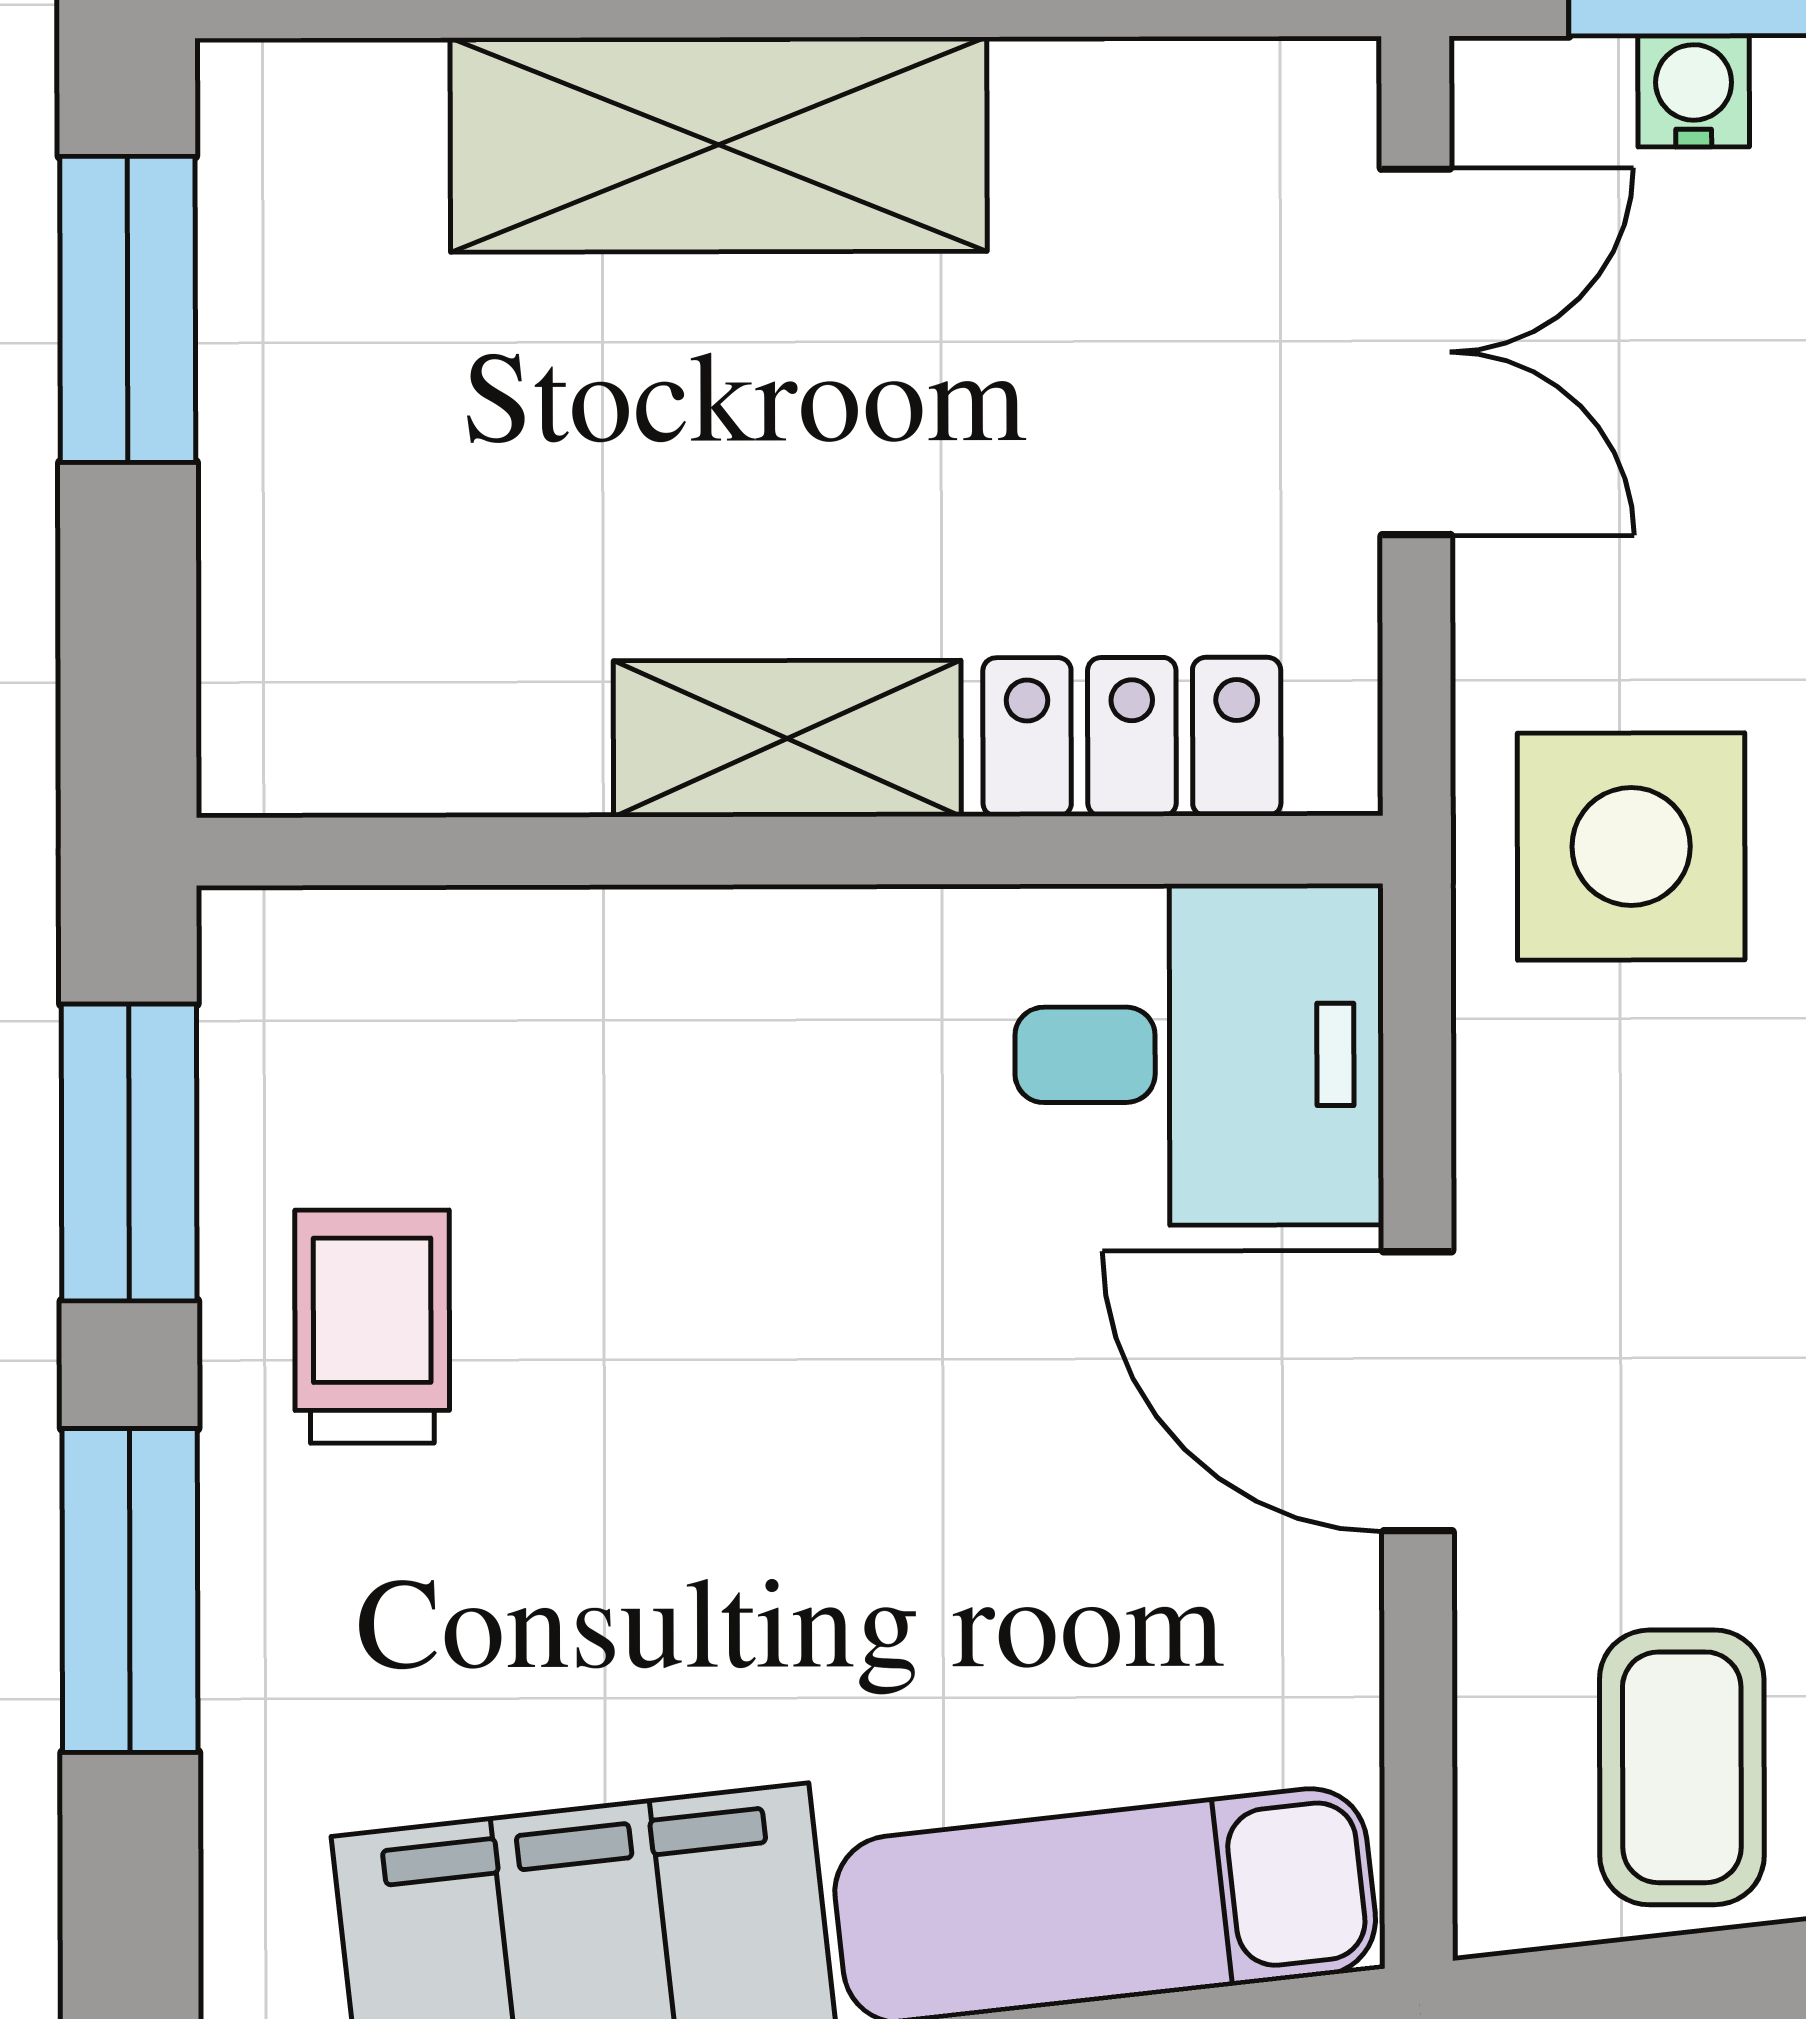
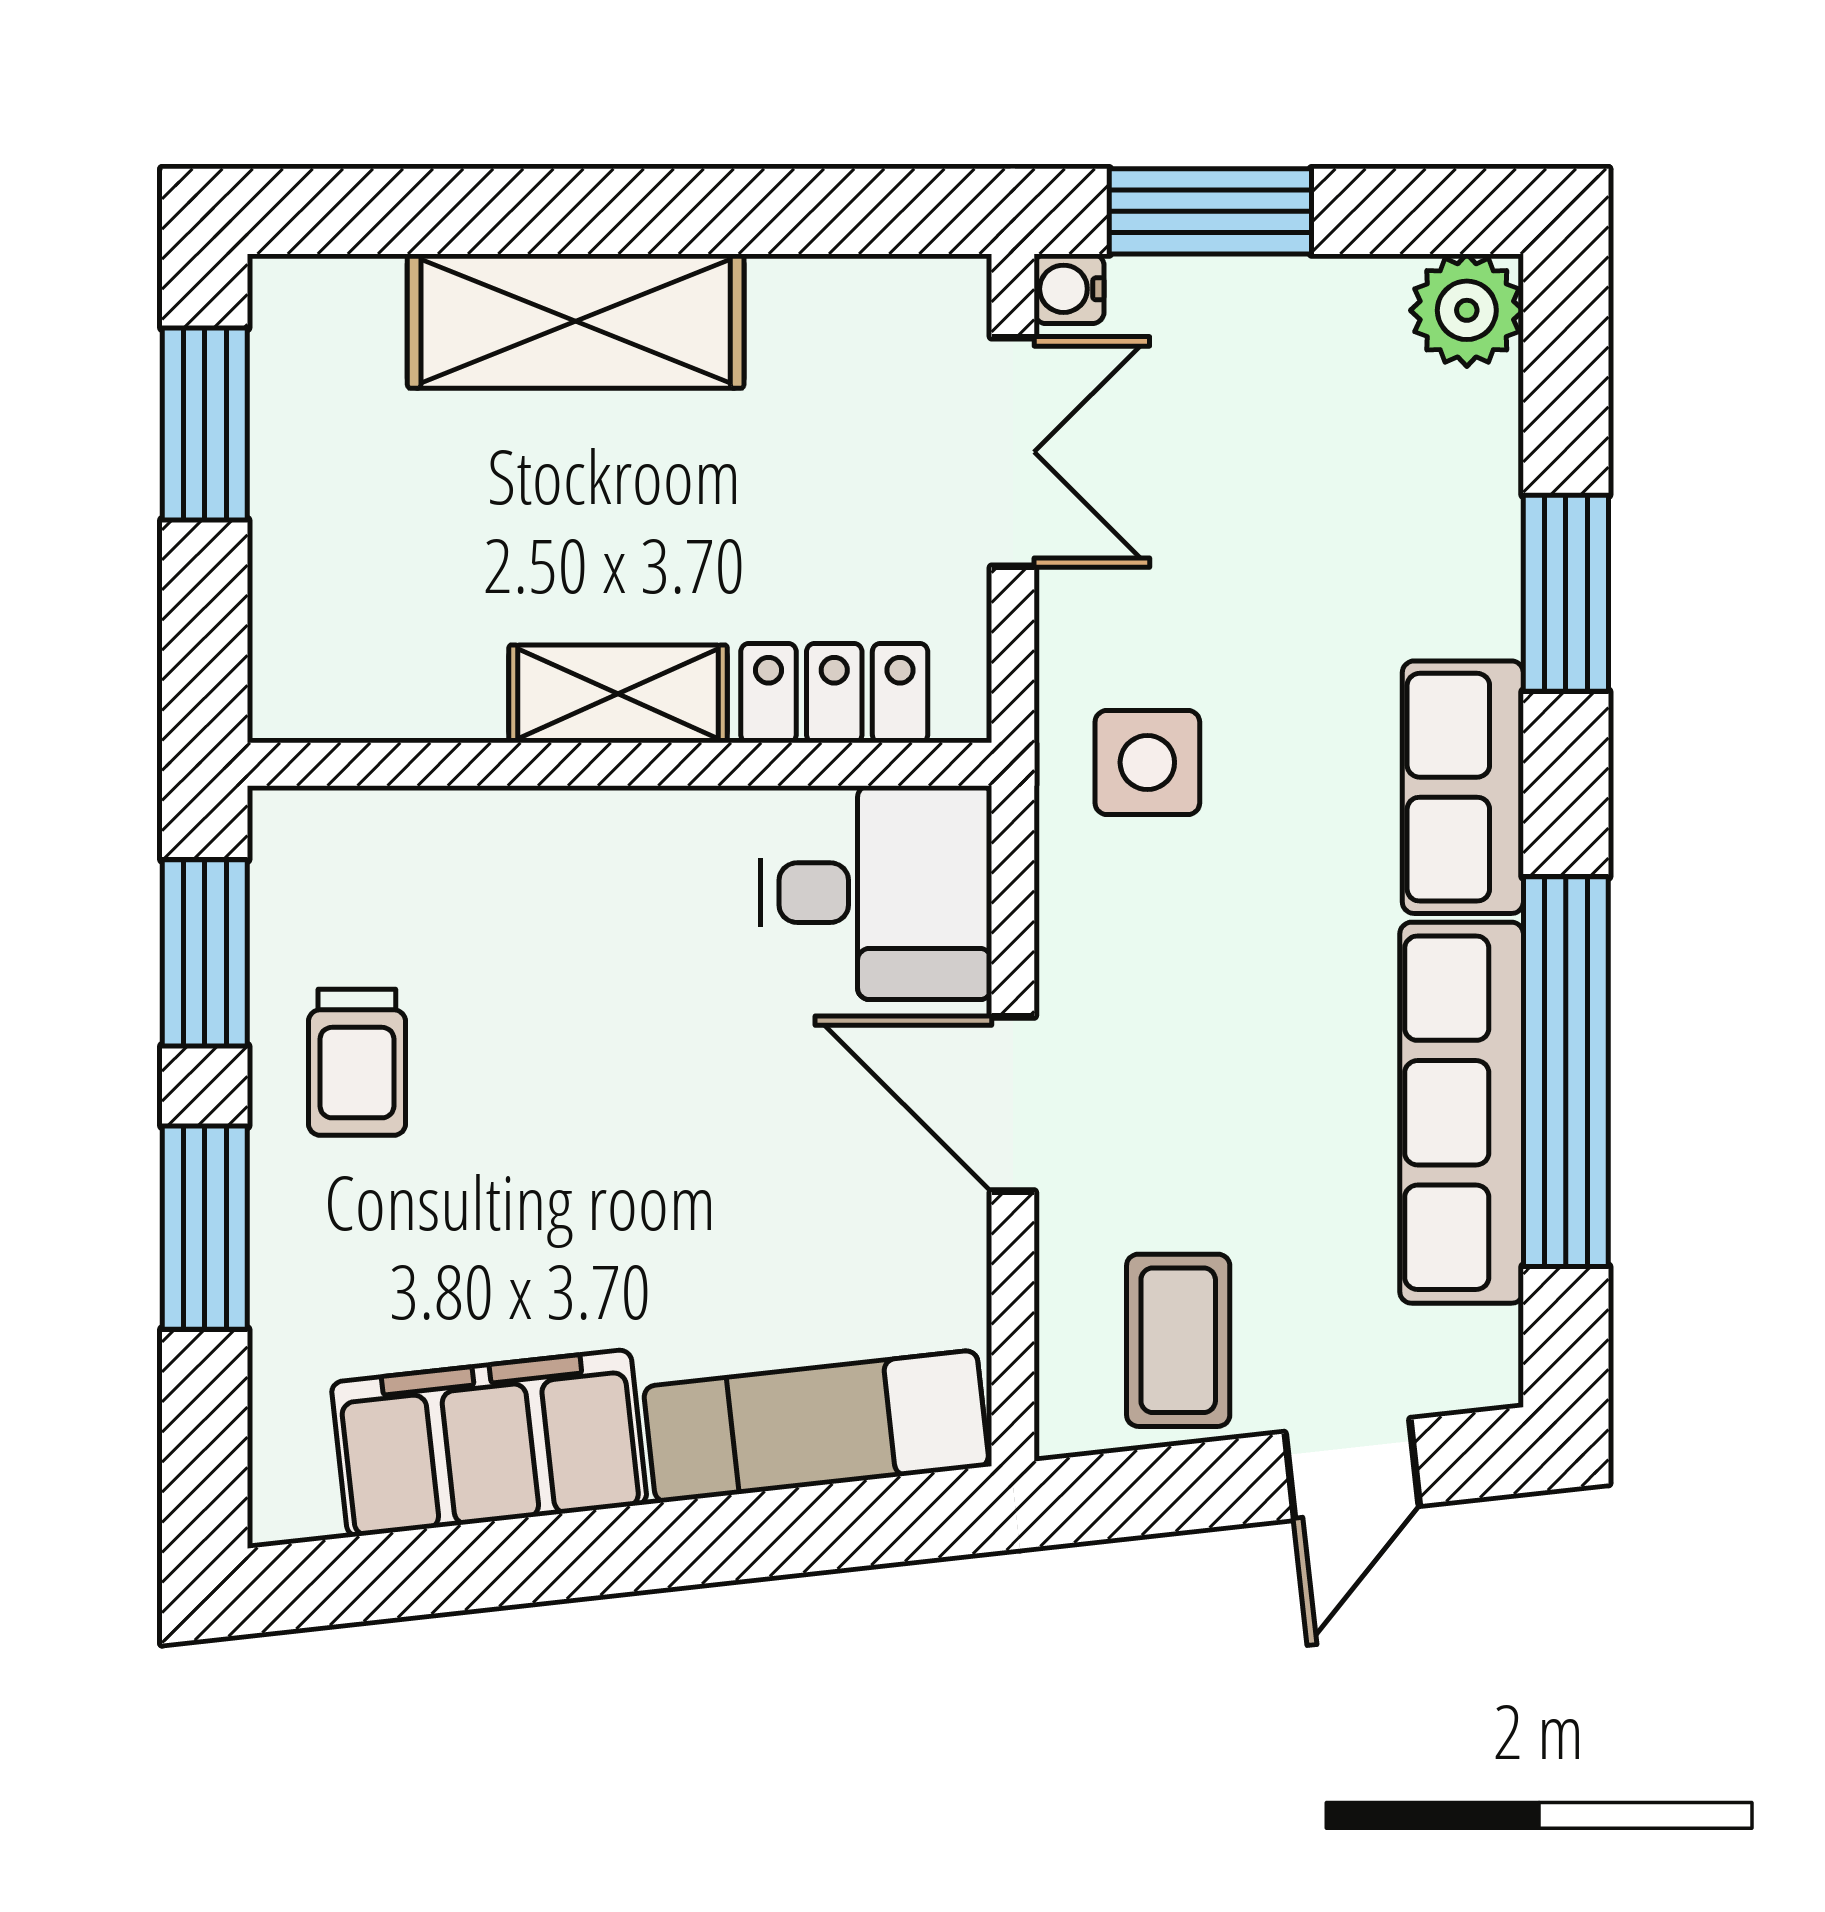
water cooler: (1694, 91) -> (1069, 289), moved, turned -90
side table: (1631, 846) -> (1147, 762), width x0.73, depth x0.73
trolley: (372, 1327) -> (357, 1062), turned 180

